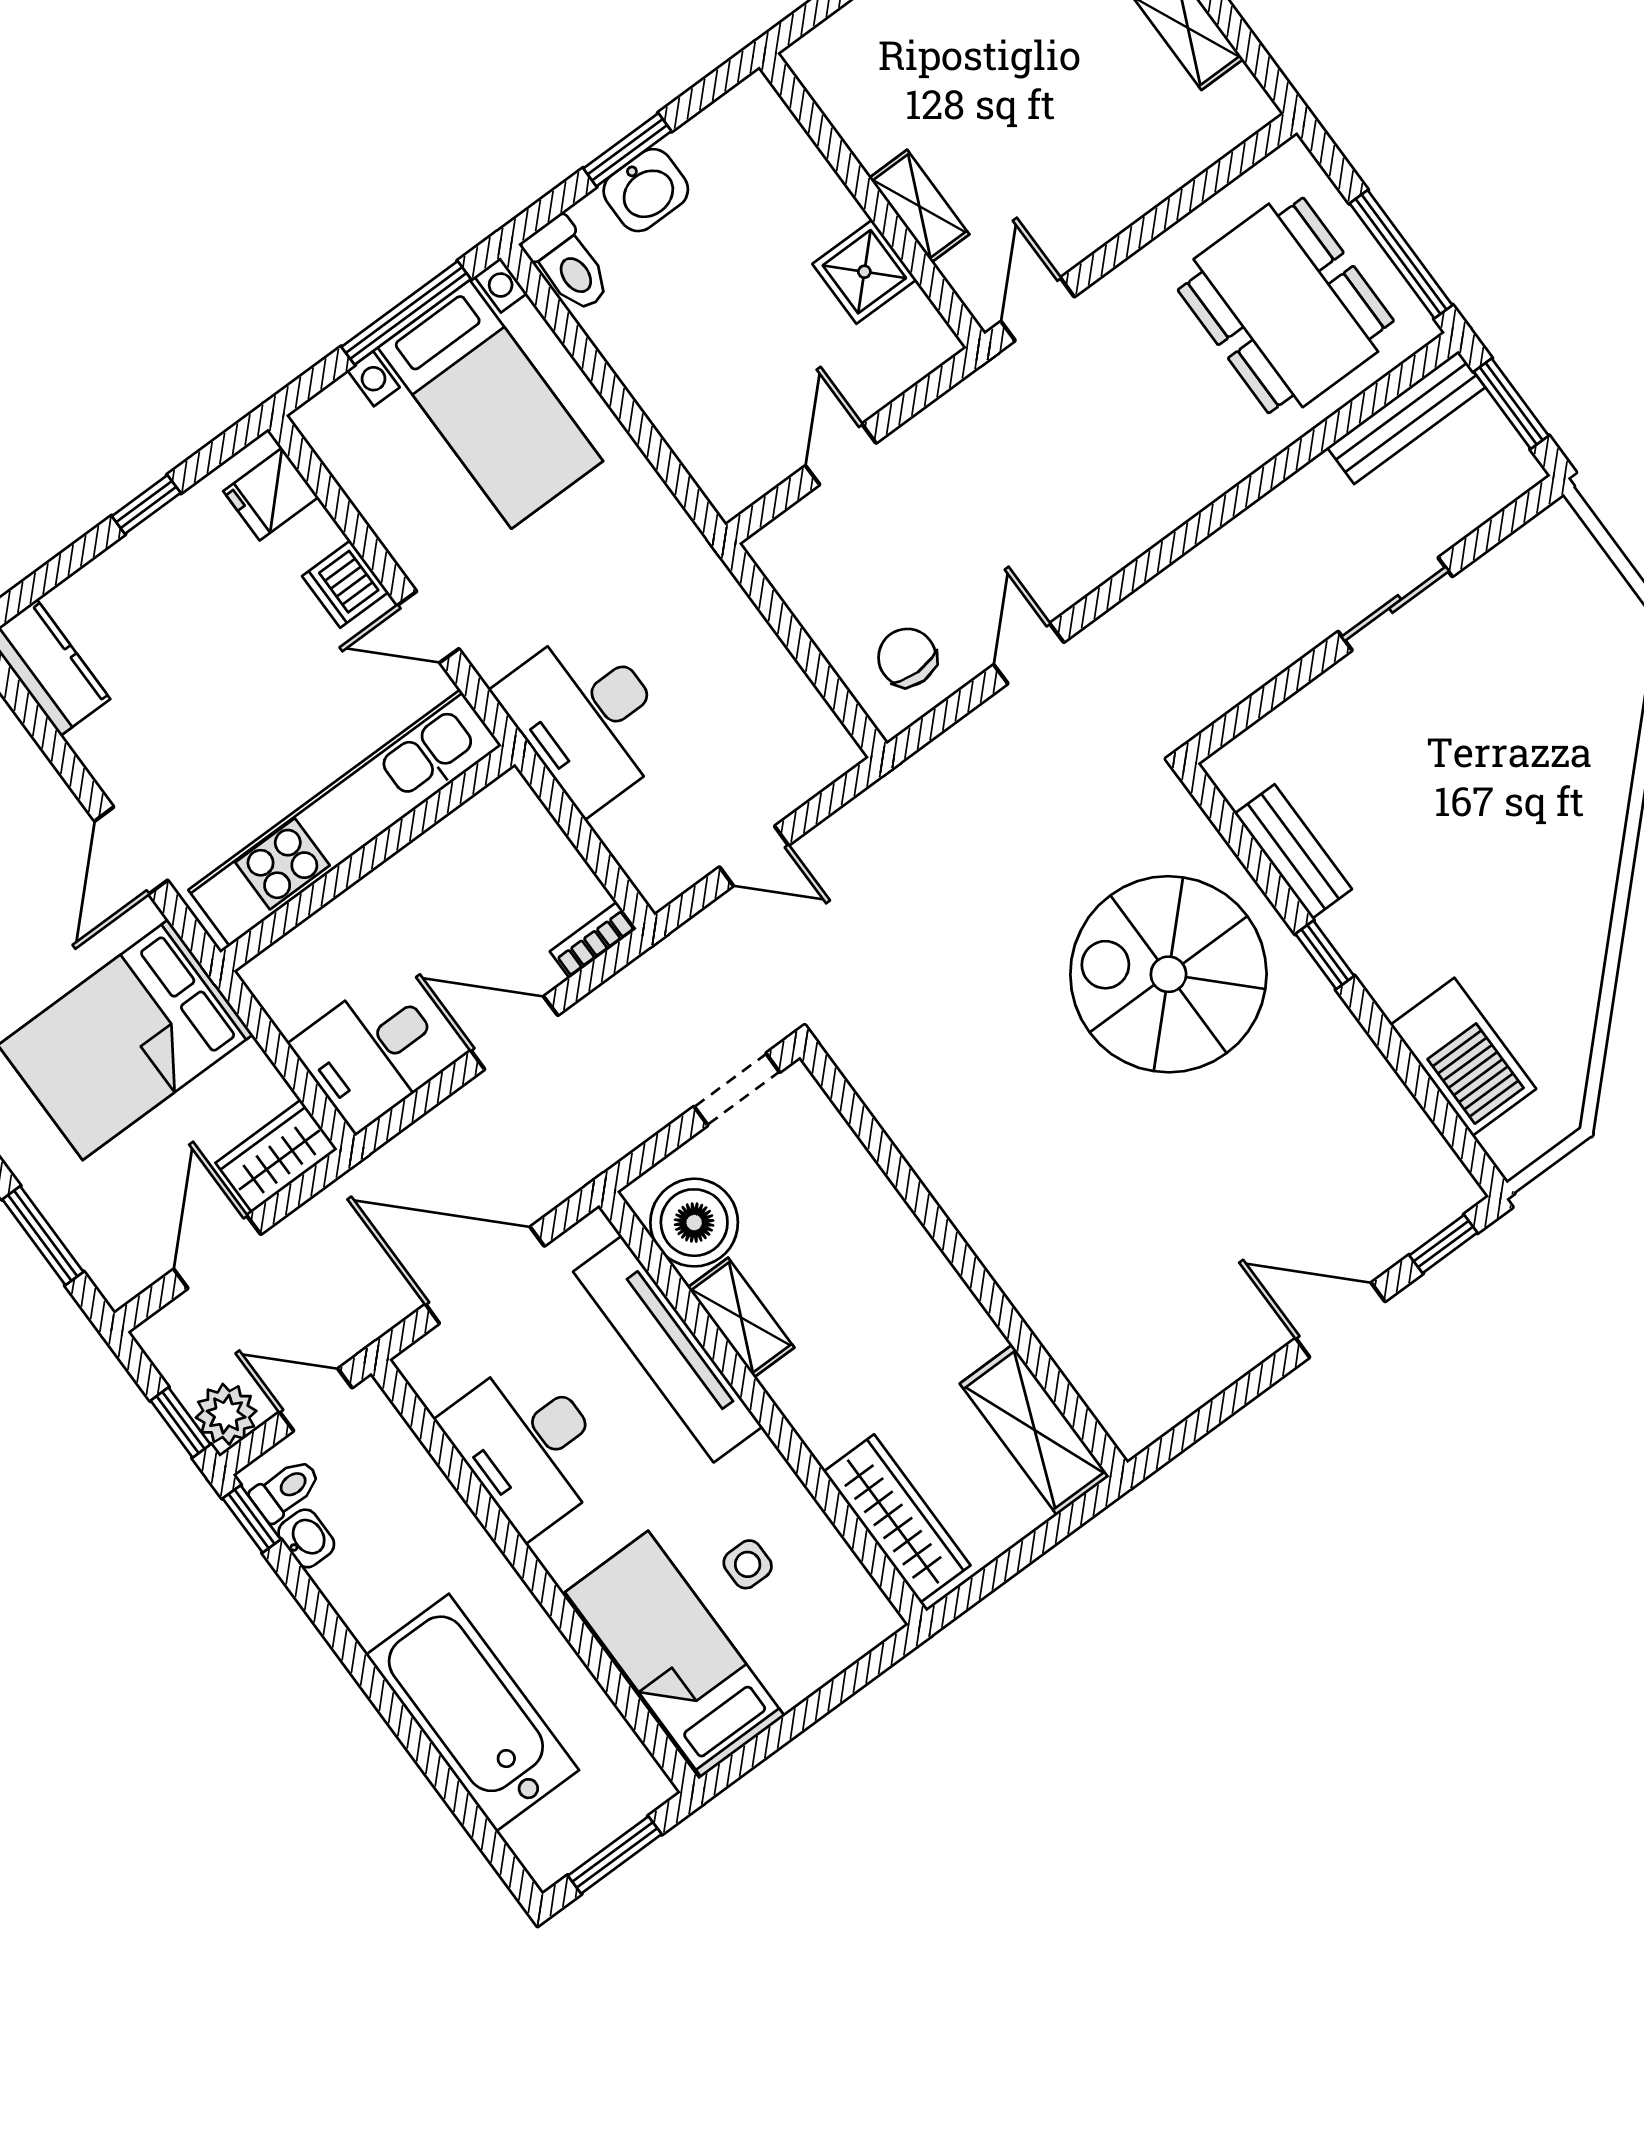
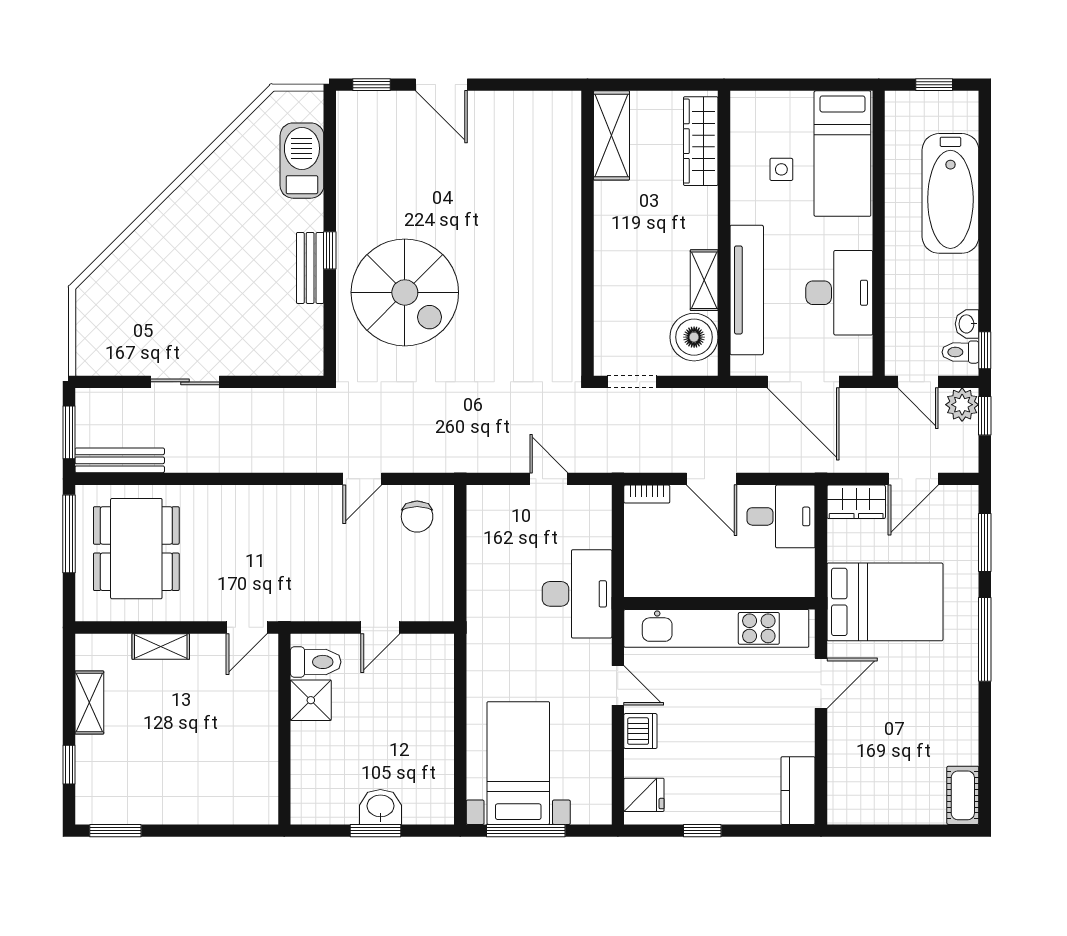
shelving: (919, 206) -> (161, 646), moved, turned 90
toilet: (568, 265) -> (316, 662), moved, turned 90
bench: (1293, 851) -> (310, 268), moved
window: (615, 1855) -> (934, 85), width x0.67

